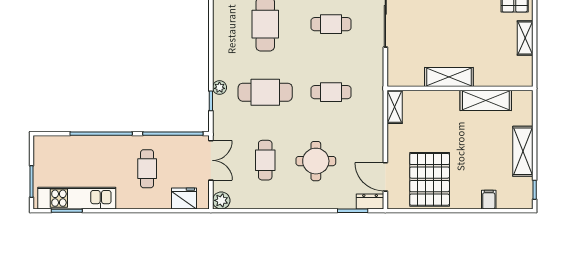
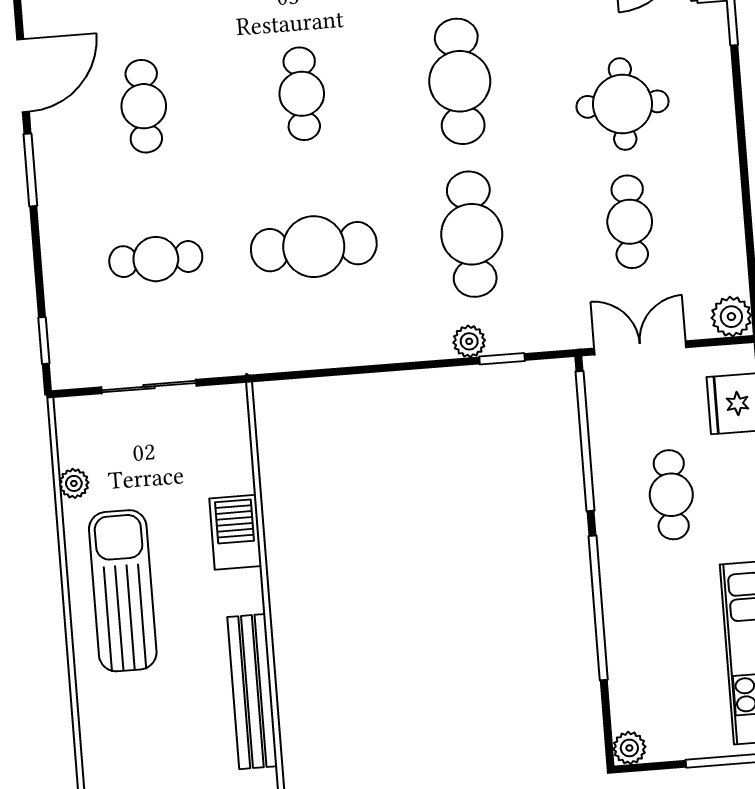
cafe table: (331, 92) -> (460, 81), width x1.37, depth x1.35
plant: (40, 142) -> (629, 748), added
cafe table: (265, 160) -> (630, 222), turned 90
cafe table: (147, 169) -> (671, 495), turned 90

